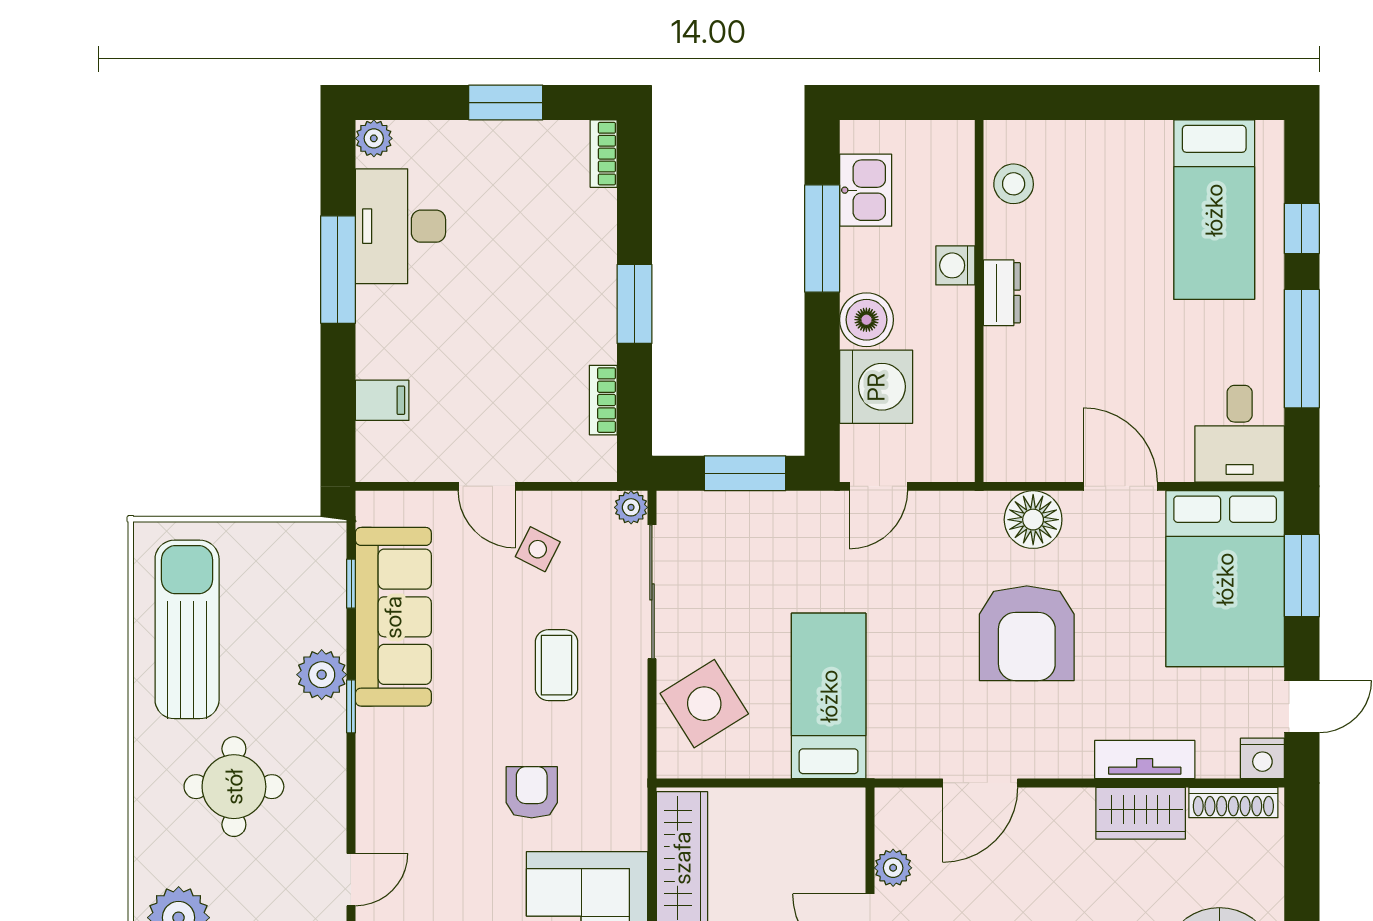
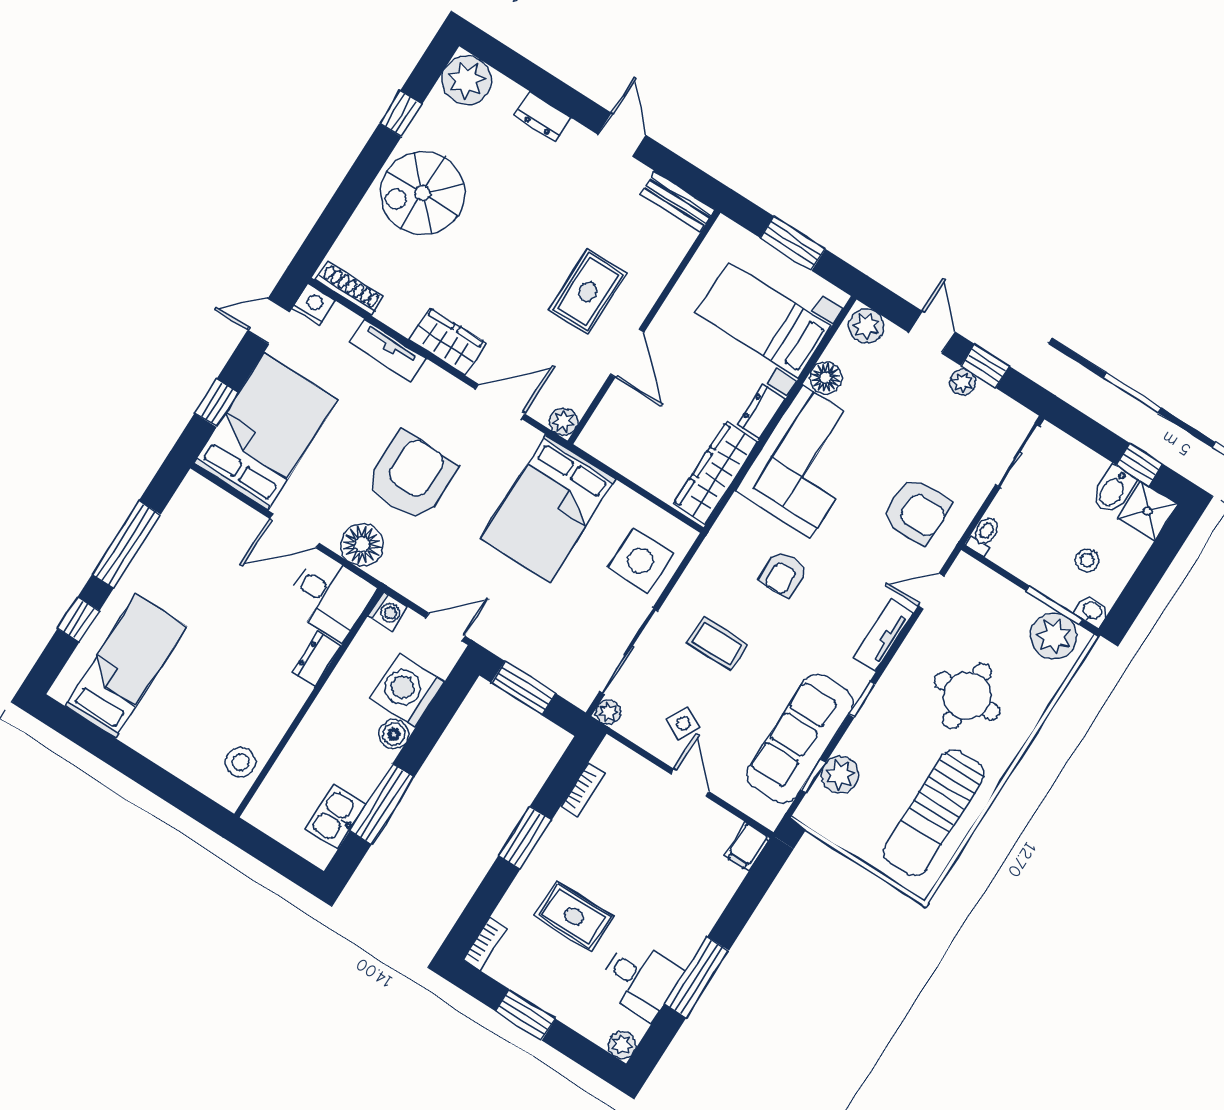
desk: (400, 226) -> (640, 979), width x0.73
rug: (522, 250) -> (574, 916), added
washing machine: (955, 265) -> (388, 611), moved
dresser: (1002, 293) -> (316, 659), moved
boiler: (866, 320) -> (394, 734), width x0.73, depth x0.73
filing cabinet: (382, 400) -> (747, 846), moved, turned -90
desk: (1240, 434) -> (330, 597), moved, turned 90
door: (1120, 486) -> (294, 531), hinge flipped
window: (1302, 576) -> (217, 403), width x0.67
coffee table: (556, 665) -> (717, 643), turned 90
plant: (322, 675) -> (840, 774), moved
bed: (829, 696) -> (548, 509), width x1.50
side table: (704, 704) -> (641, 561), turned 32
tv unit: (373, 795) -> (884, 635), added
wardrobe: (1141, 813) -> (447, 341), moved
plant: (893, 868) -> (563, 422), moved

